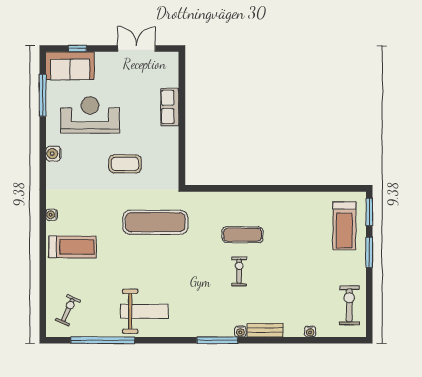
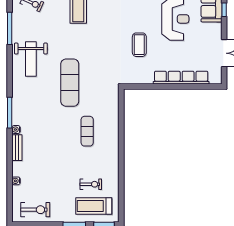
row of seats: (170, 107) -> (181, 78), width x2.02
exercise mat: (155, 222) -> (70, 83), moved
exercise bike: (239, 271) -> (91, 184), moved
window: (103, 340) -> (10, 28), width x0.68

